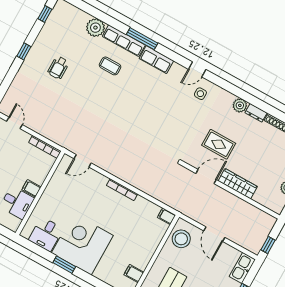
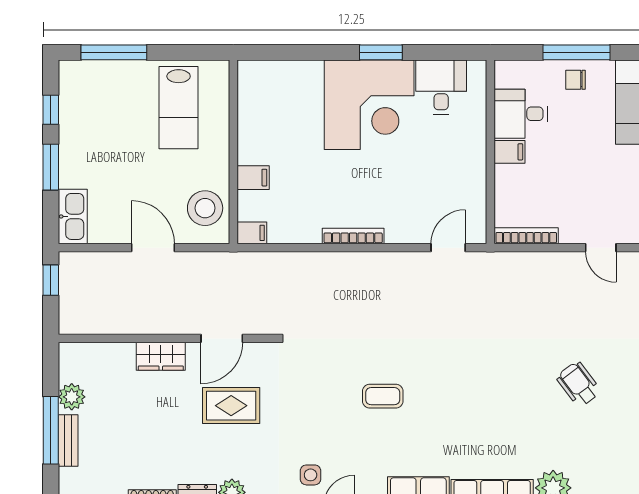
coffee table: (110, 66) -> (383, 396), moved
wheelchair: (58, 68) -> (579, 384), turned -37
wardrobe: (238, 184) -> (161, 356), width x0.67
filing cabinet: (134, 274) -> (253, 178), moved

